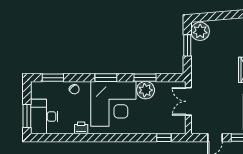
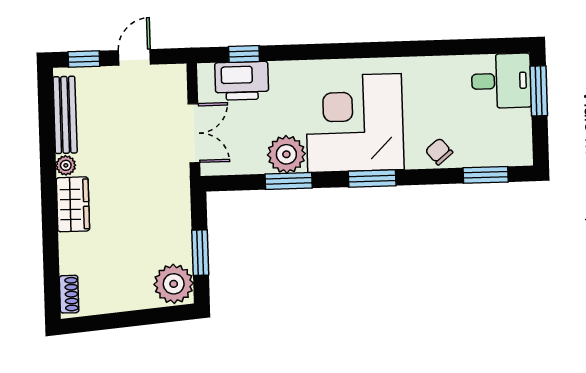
desk: (44, 117) -> (501, 81), width x0.73
printer: (81, 128) -> (242, 81), moved, width x1.87, depth x1.48

